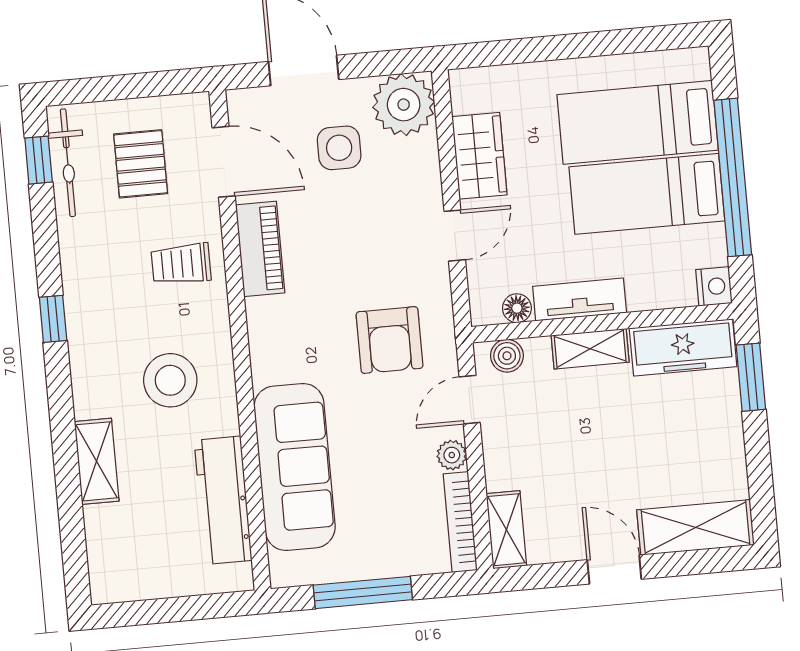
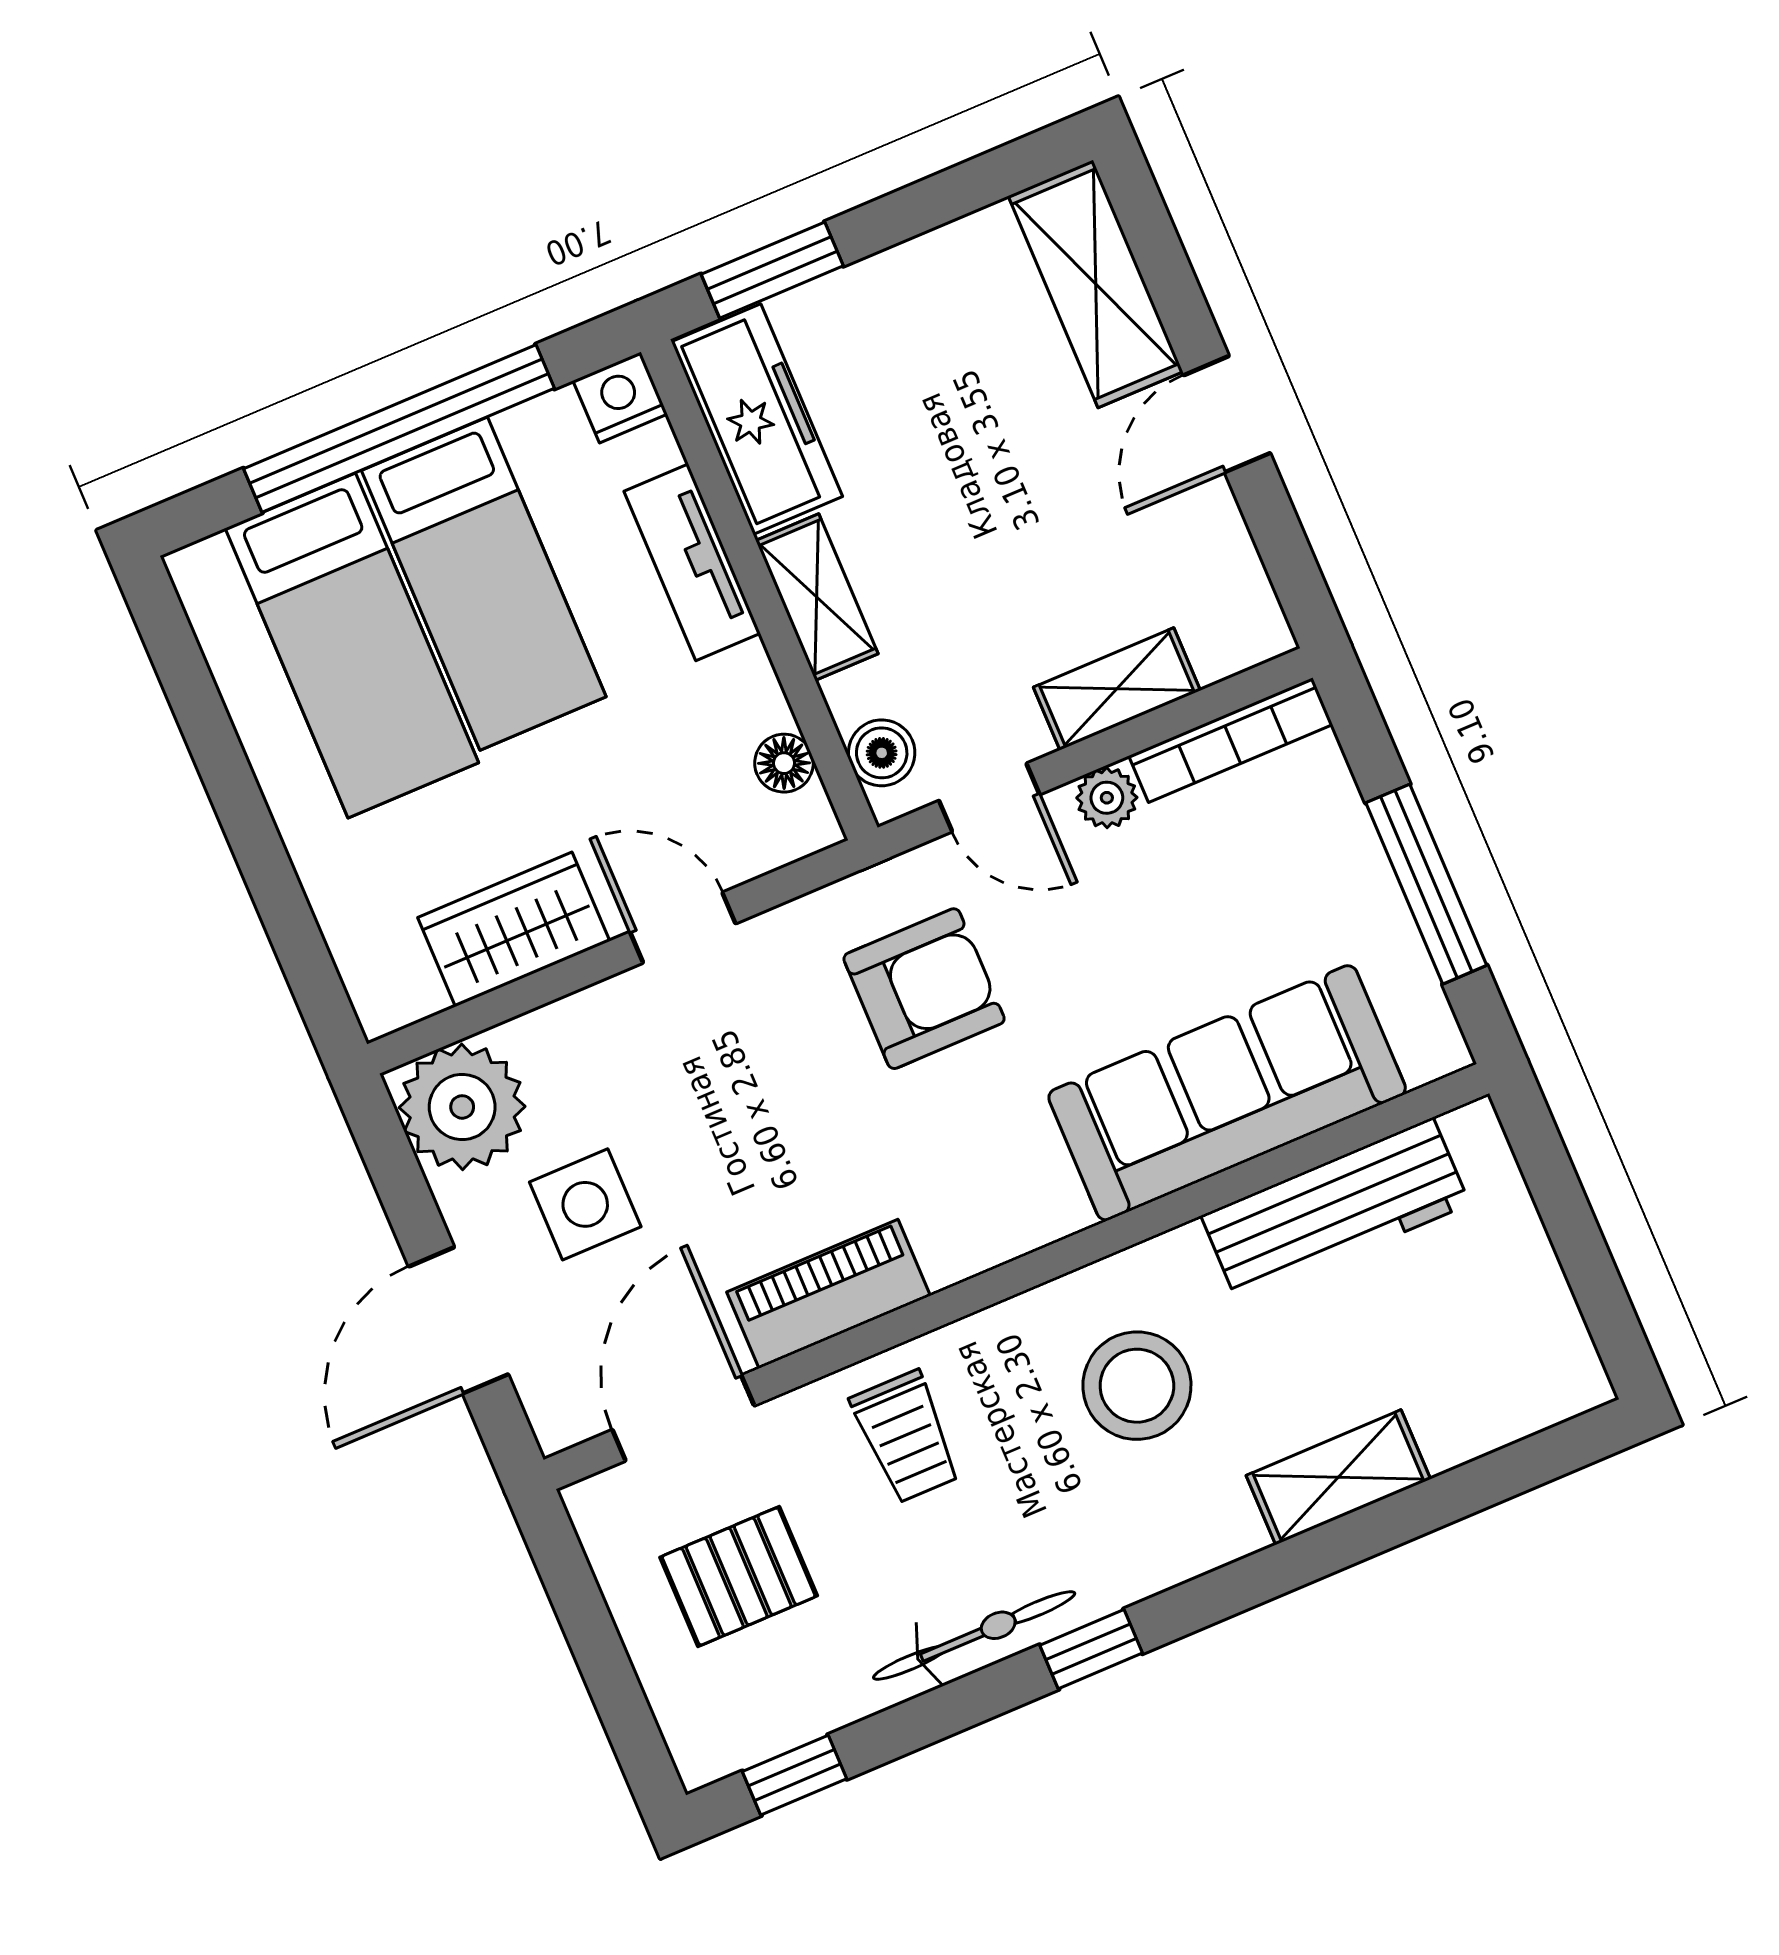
bicycle: (68, 163) -> (974, 1635), moved
tv unit: (580, 299) -> (692, 562), moved
shelving: (506, 530) -> (1117, 689), moved

